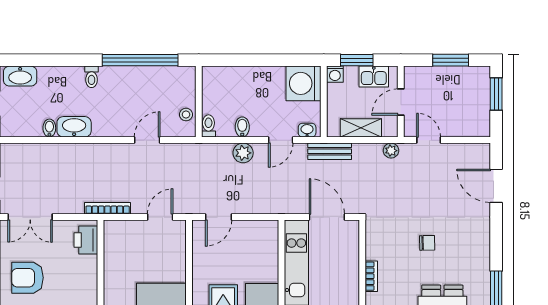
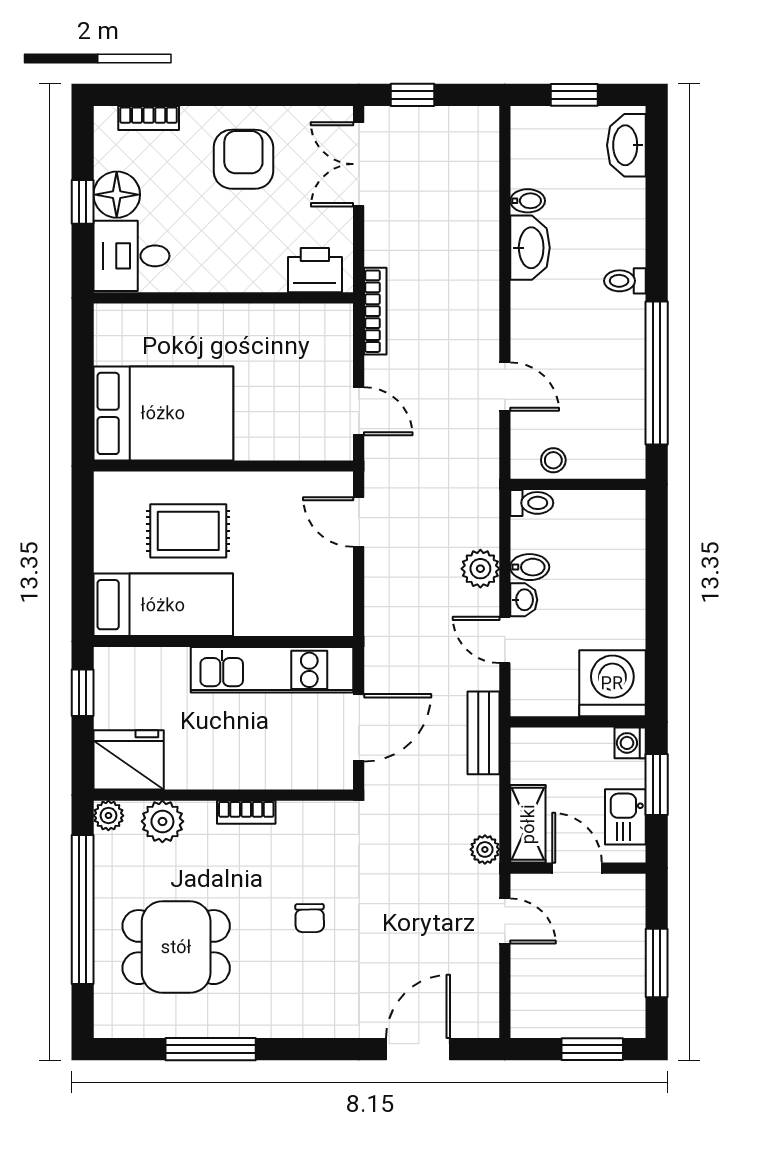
shelving: (361, 128) -> (528, 824), moved
washbasin: (307, 130) -> (524, 600), moved
door: (429, 140) -> (505, 921), hinge flipped

